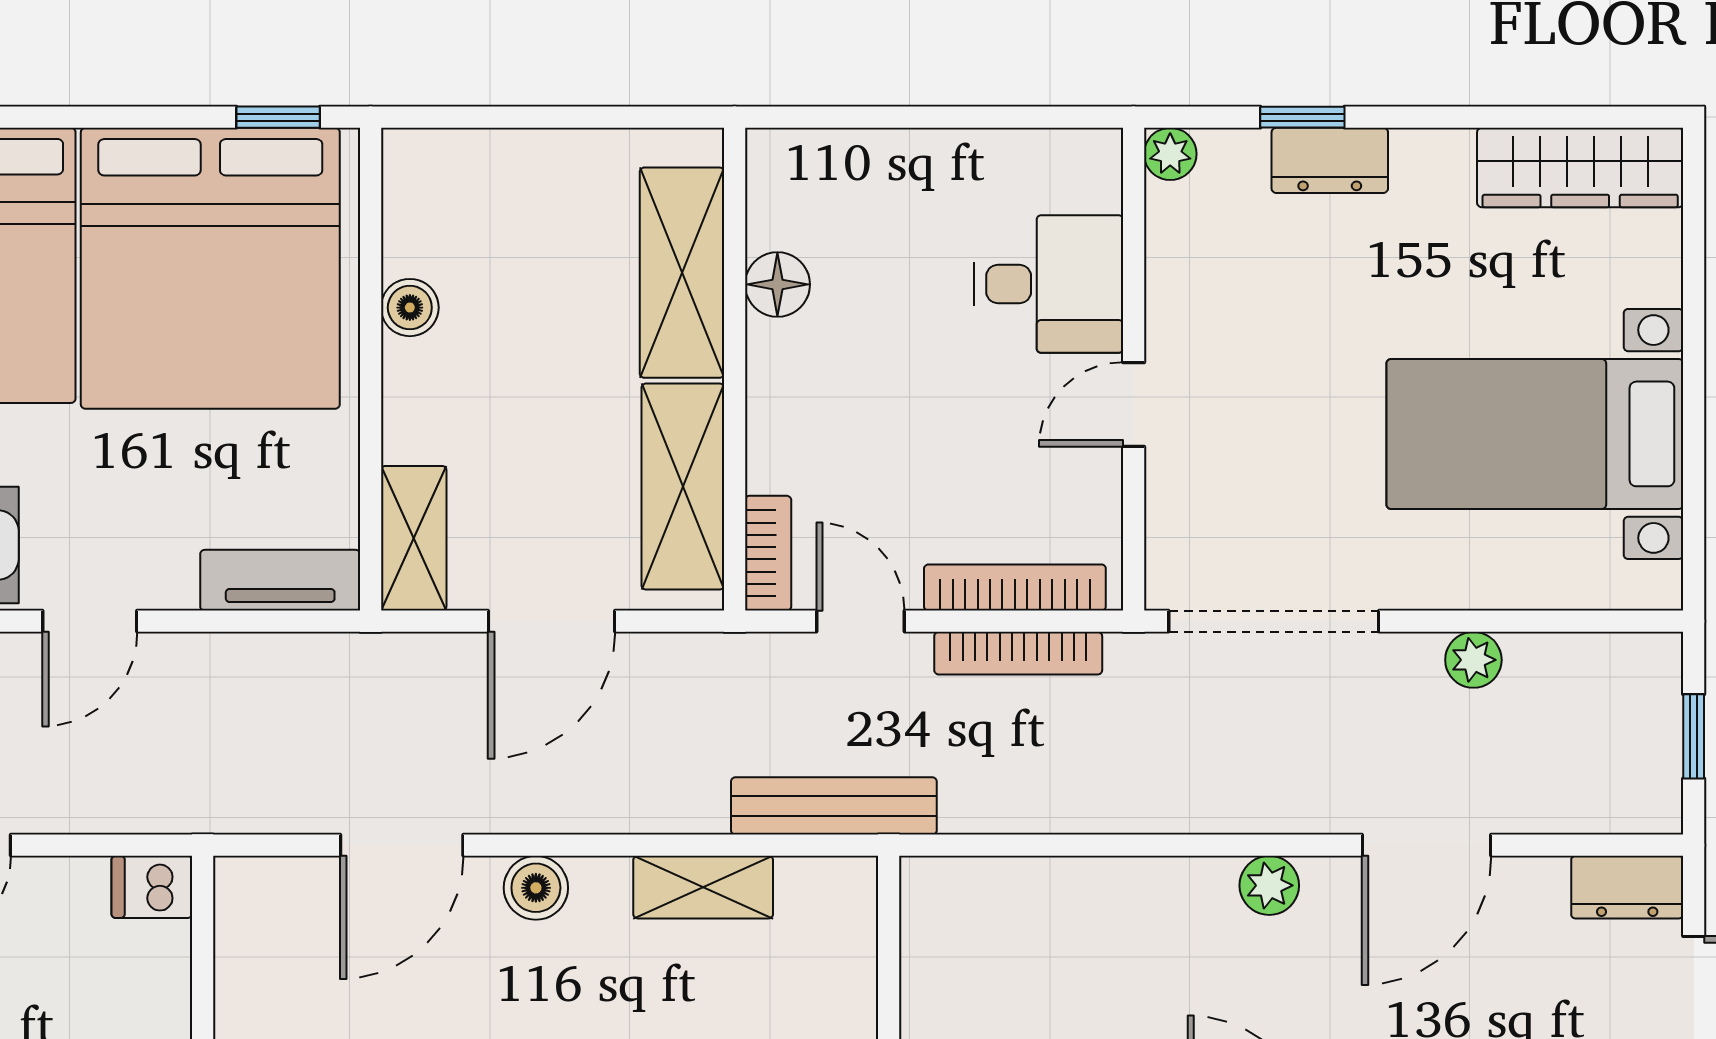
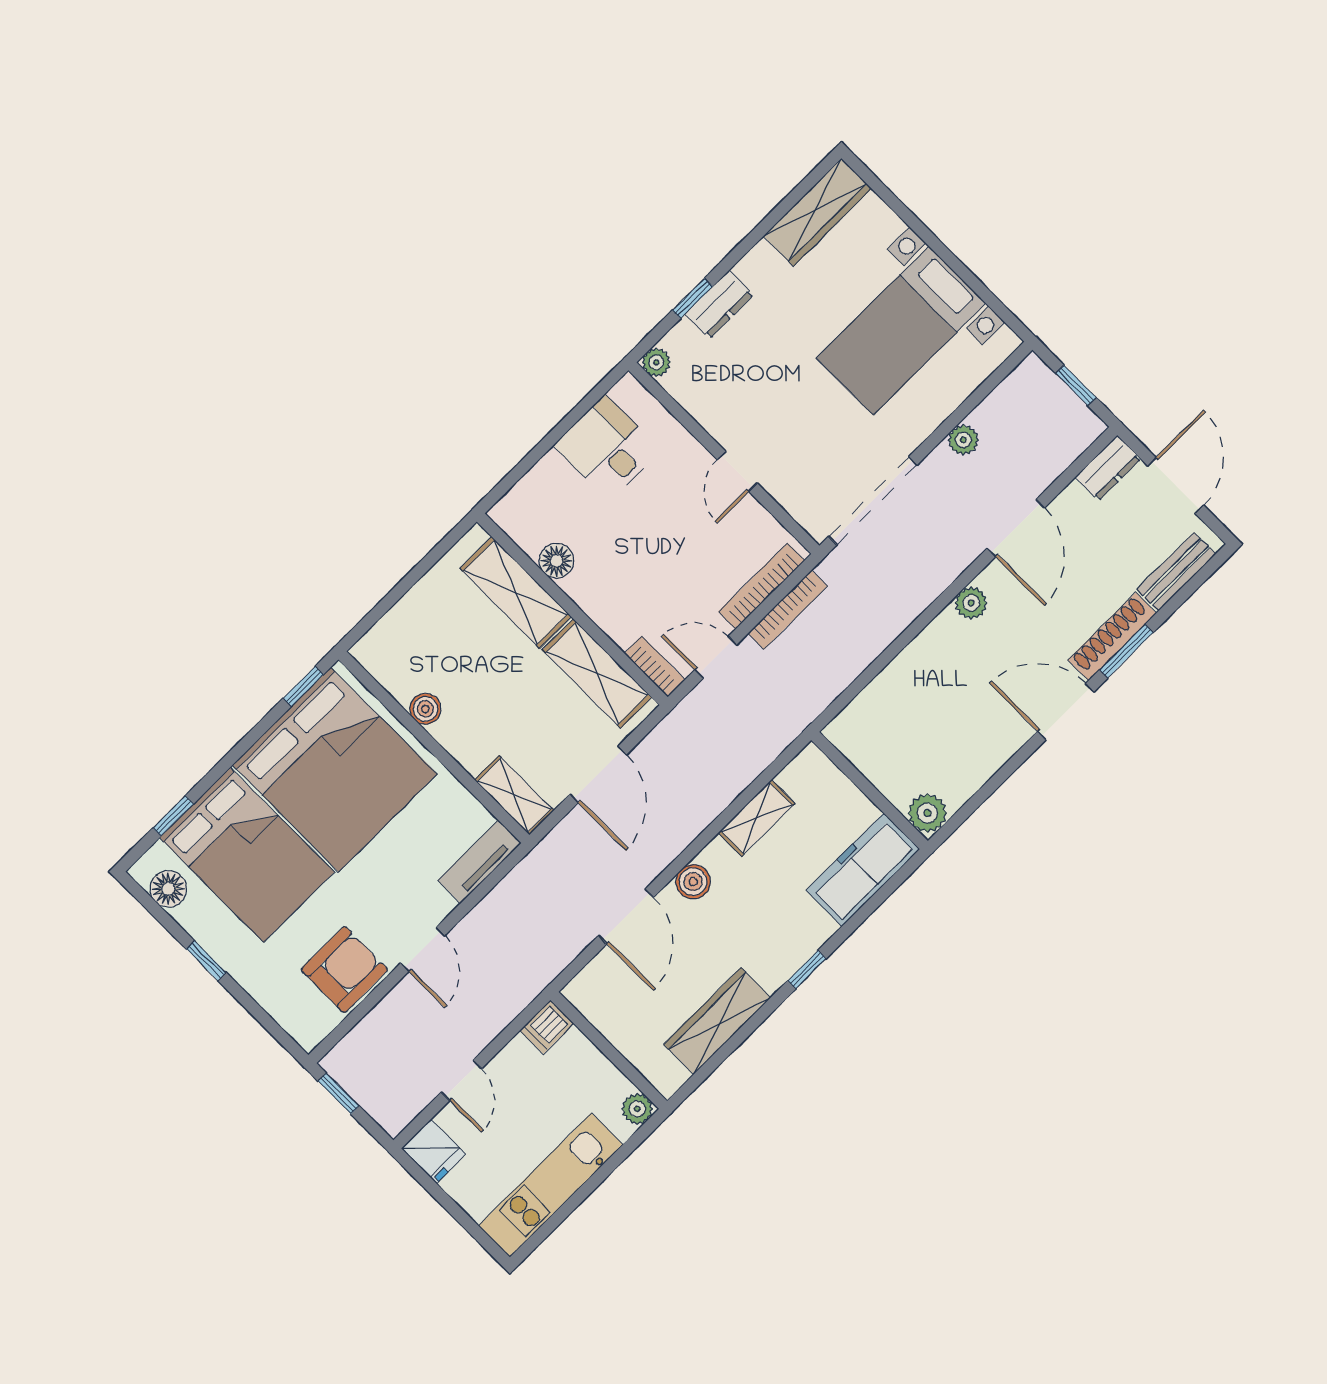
desk: (1049, 284) -> (607, 448), moved, turned -90
bench: (834, 806) -> (775, 738), removed

